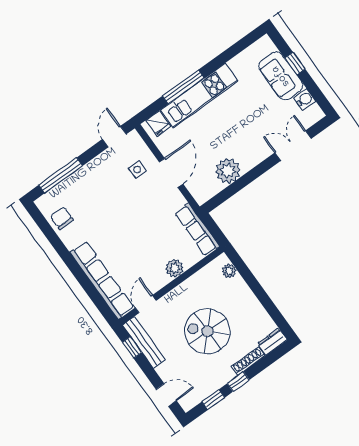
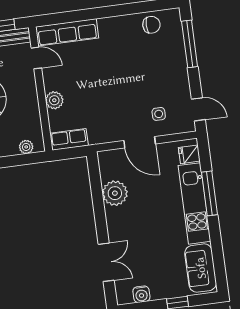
sofa: (281, 76) -> (201, 268), moved, turned -90
row of seats: (197, 230) -> (69, 139), width x0.68
row of seats: (102, 280) -> (67, 32), width x0.73

